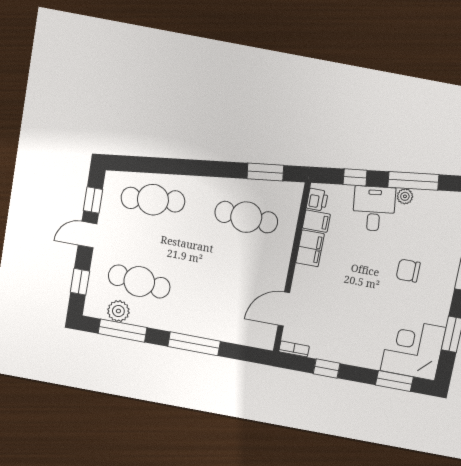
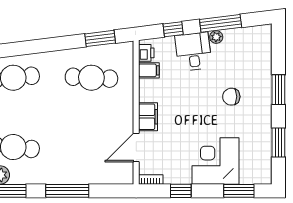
filing cabinet: (310, 248) -> (148, 117), moved
corner desk: (413, 349) -> (216, 161), moved

